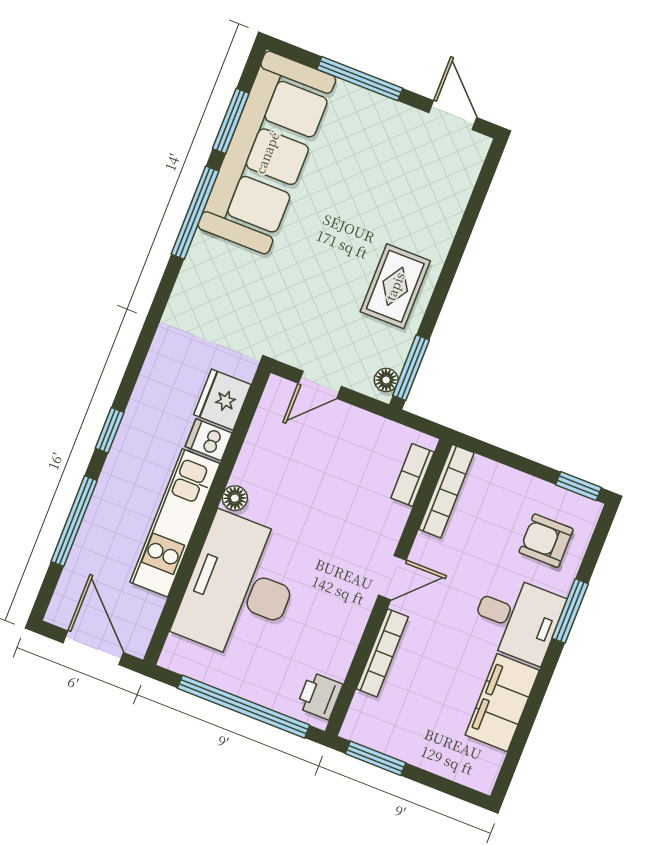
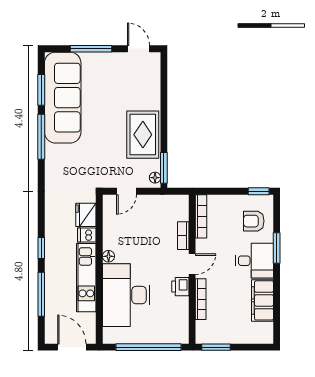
rug: (395, 286) -> (143, 135), width x1.36, depth x1.43
bookcase: (412, 475) -> (183, 236), moved
printer: (320, 696) -> (180, 287), moved

